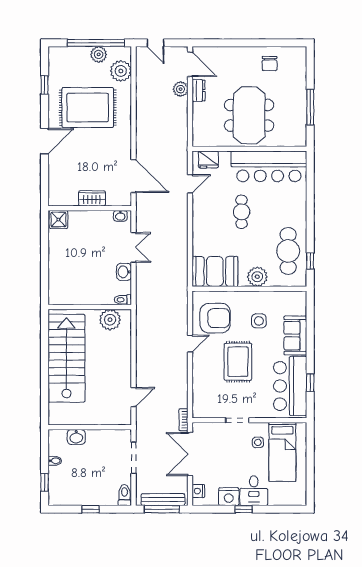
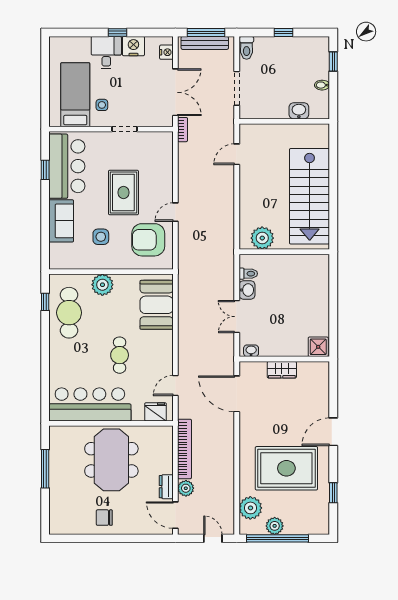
chair: (270, 64) -> (104, 518), moved, turned -90
bookcase: (182, 125) -> (184, 449), added
booth: (215, 271) -> (157, 305), moved, turned 90
toilet: (123, 300) -> (248, 274), moved

